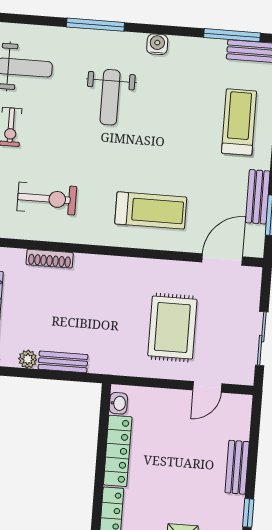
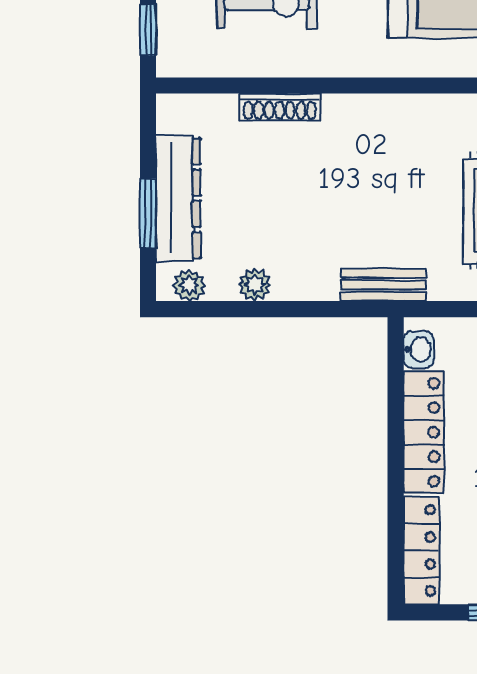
bench: (63, 362) -> (383, 285), moved

